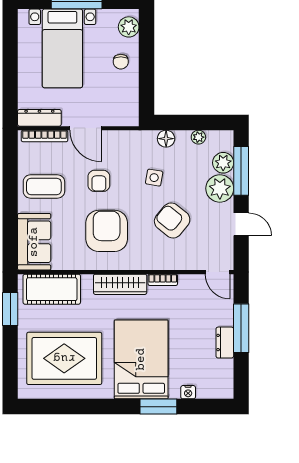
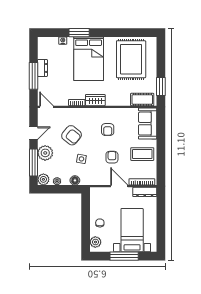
plant: (223, 163) -> (43, 179), moved
door: (241, 224) -> (33, 133), swing flipped
armchair: (107, 231) -> (108, 130), width x0.53, depth x0.53
wardrobe: (120, 284) -> (95, 100), width x0.67
cot: (52, 289) -> (142, 99), width x0.73, depth x0.75
rug: (64, 358) -> (131, 59), turned 90

